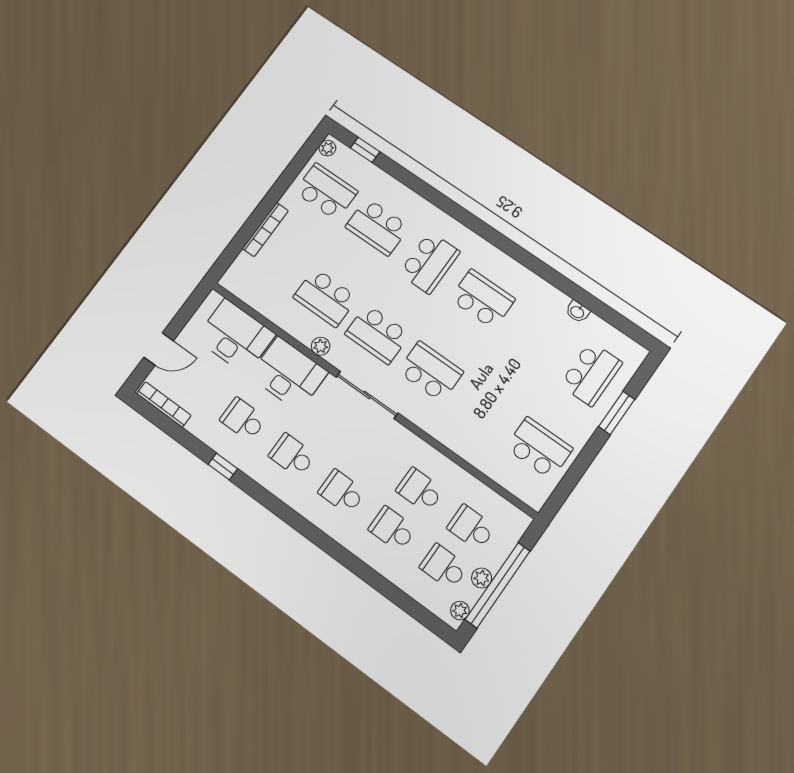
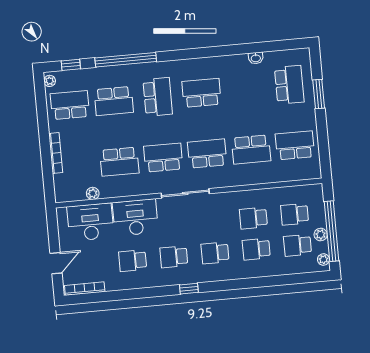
window: (429, 193) -> (126, 60), added
school desk: (377, 334) -> (163, 158), turned 180
plant: (321, 346) -> (93, 193), moved
school desk: (484, 410) -> (251, 149), added
window: (223, 466) -> (189, 289), moved

